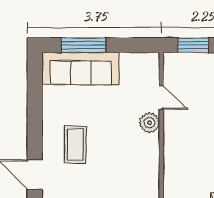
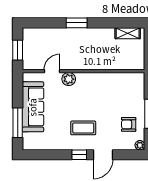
sofa: (81, 69) -> (33, 107), moved
window: (35, 139) -> (79, 155), added

